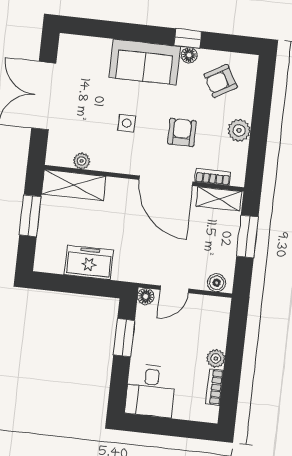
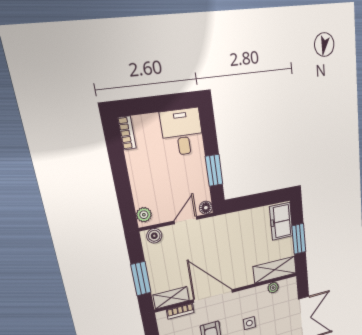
freezer: (89, 262) -> (281, 221), moved, turned 90
plant: (216, 358) -> (144, 215), moved
bookcase: (215, 387) -> (127, 133), moved

